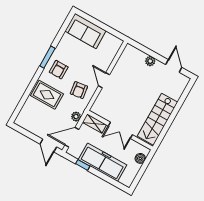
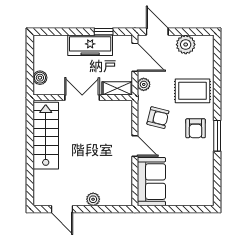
sofa: (86, 31) -> (151, 182), moved, turned 90
armchair: (59, 70) -> (196, 128), turned 180
armchair: (79, 90) -> (158, 118), turned 112
plant: (35, 127) -> (186, 45), added
door: (72, 137) -> (135, 57), hinge flipped
freezer: (103, 162) -> (90, 45), width x0.73, depth x0.79

